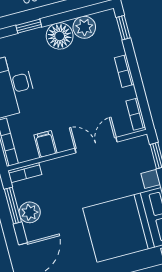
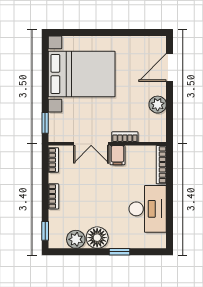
filing cabinet: (45, 144) -> (117, 155), moved
bookcase: (25, 173) -> (125, 137), moved
window: (13, 206) -> (169, 113), removed

